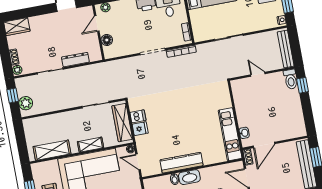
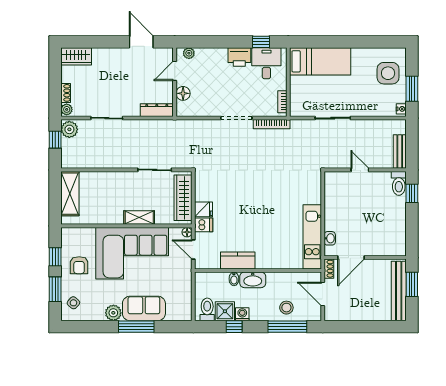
bench: (286, 49) -> (400, 151), width x0.73
dresser: (75, 60) -> (157, 110), moved
plant: (26, 103) -> (69, 129), moved
dishwasher: (138, 116) -> (204, 225), moved
shelving: (52, 150) -> (70, 194), moved, turned 90
kitchen counter: (182, 163) -> (238, 260), width x0.67

